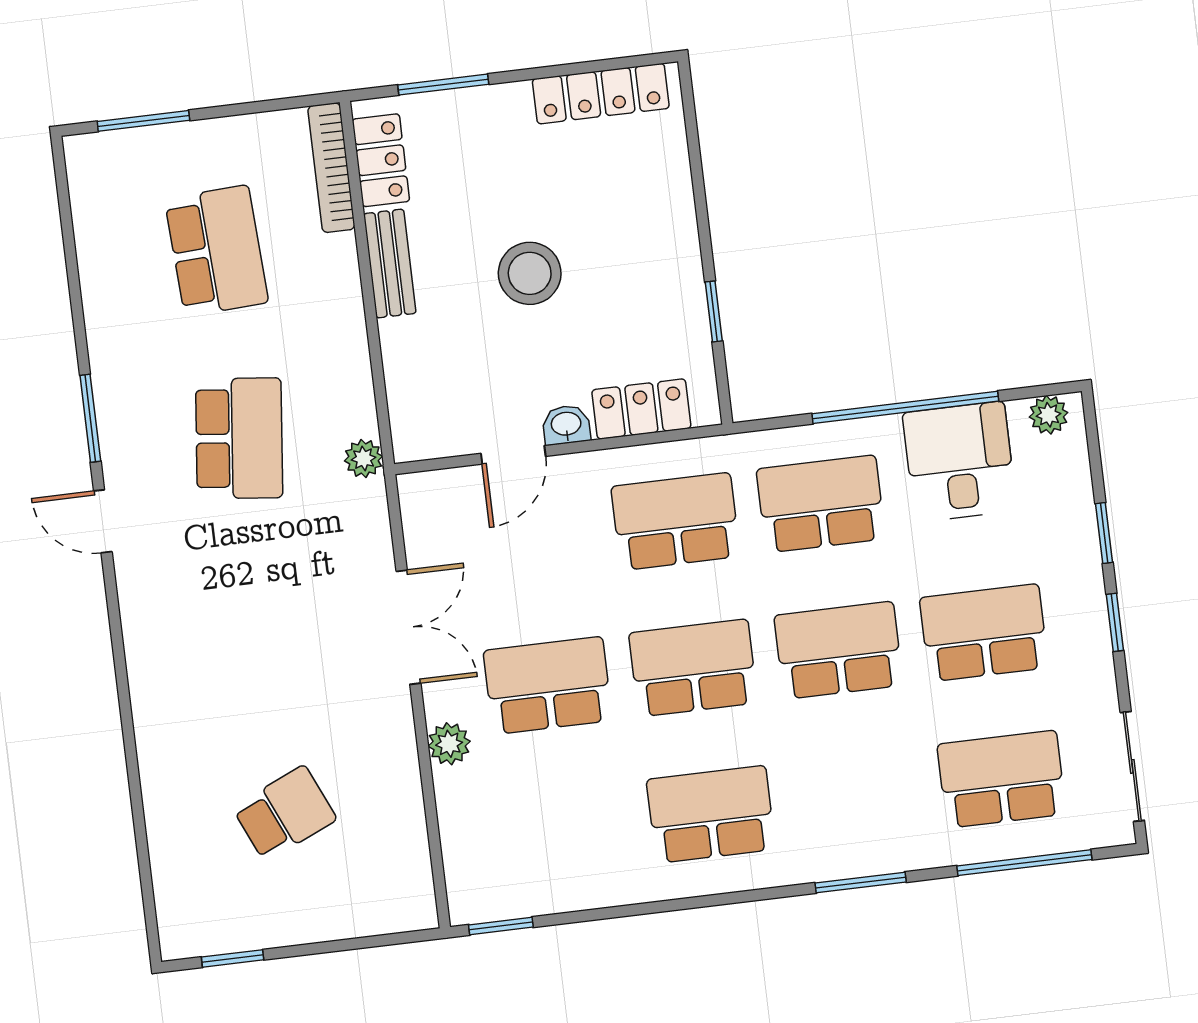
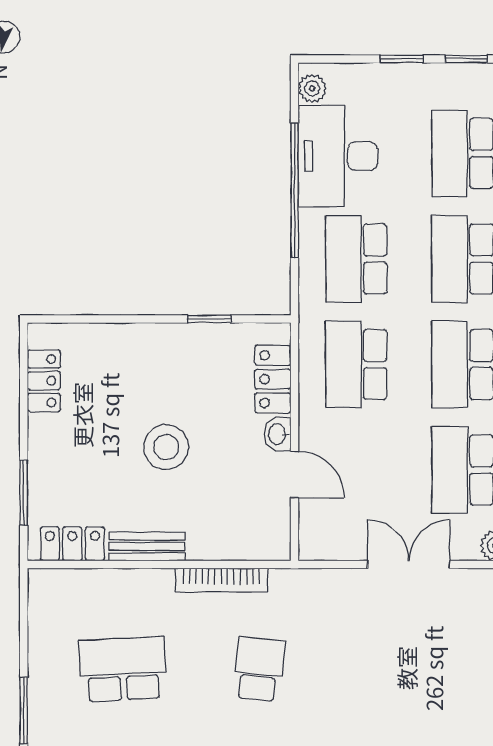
locker: (601, 94) -> (44, 381), width x0.66
bookcase: (331, 168) -> (221, 580), moved
school desk: (239, 438) -> (259, 669), width x0.54
plant: (364, 459) -> (284, 582), removed
desk: (960, 462) -> (338, 156), width x1.37

